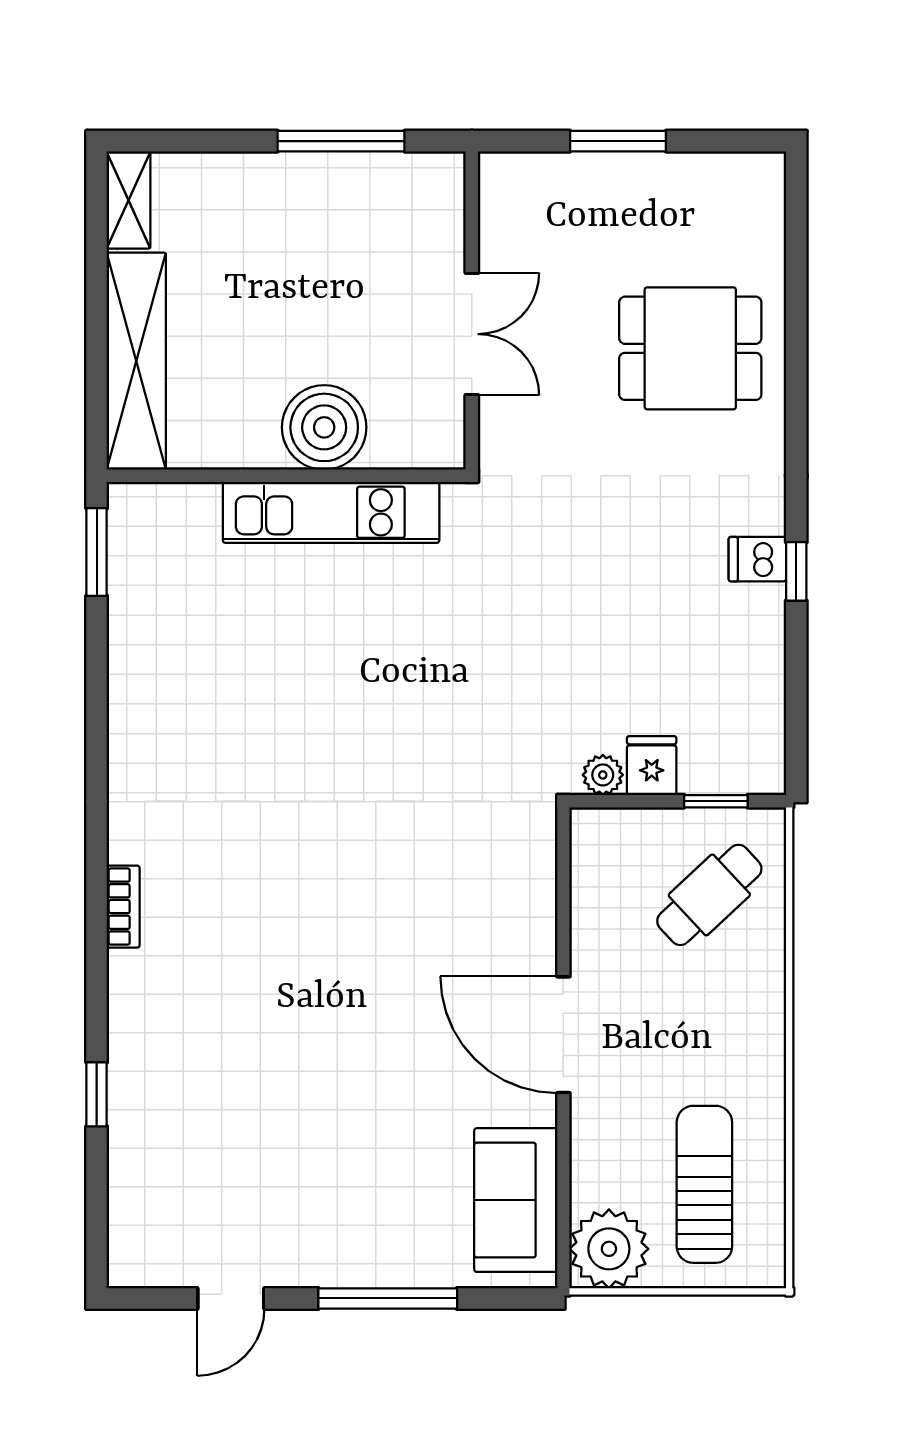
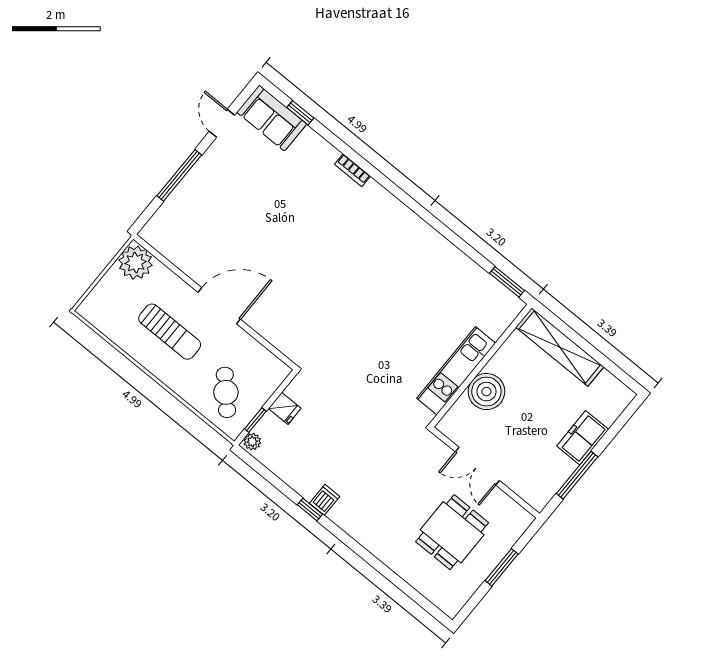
freezer: (266, 186) -> (583, 438), added
shelving: (129, 200) -> (615, 388), removed
dining table: (690, 348) -> (452, 532), moved
plant: (603, 775) -> (252, 442), moved
bookcase: (123, 907) -> (353, 170), moved
window: (97, 1094) -> (300, 113), moved
sun lounger: (704, 1184) -> (170, 332), moved
sofa: (516, 1200) -> (272, 118), moved, turned 180

